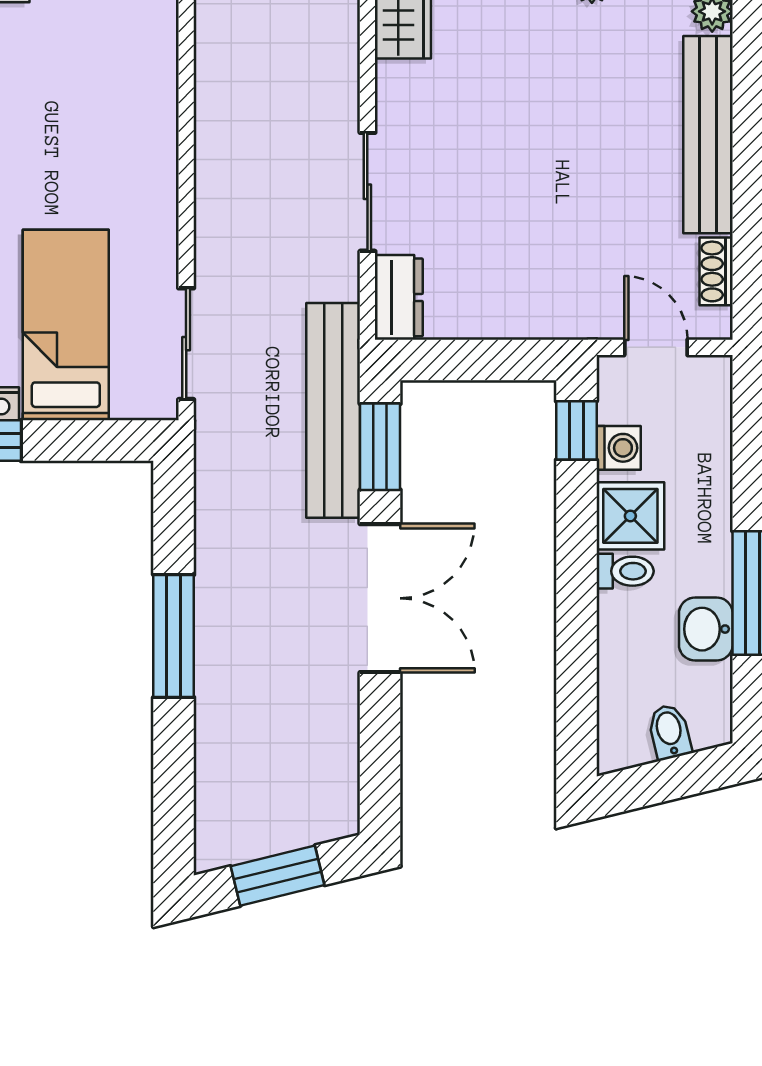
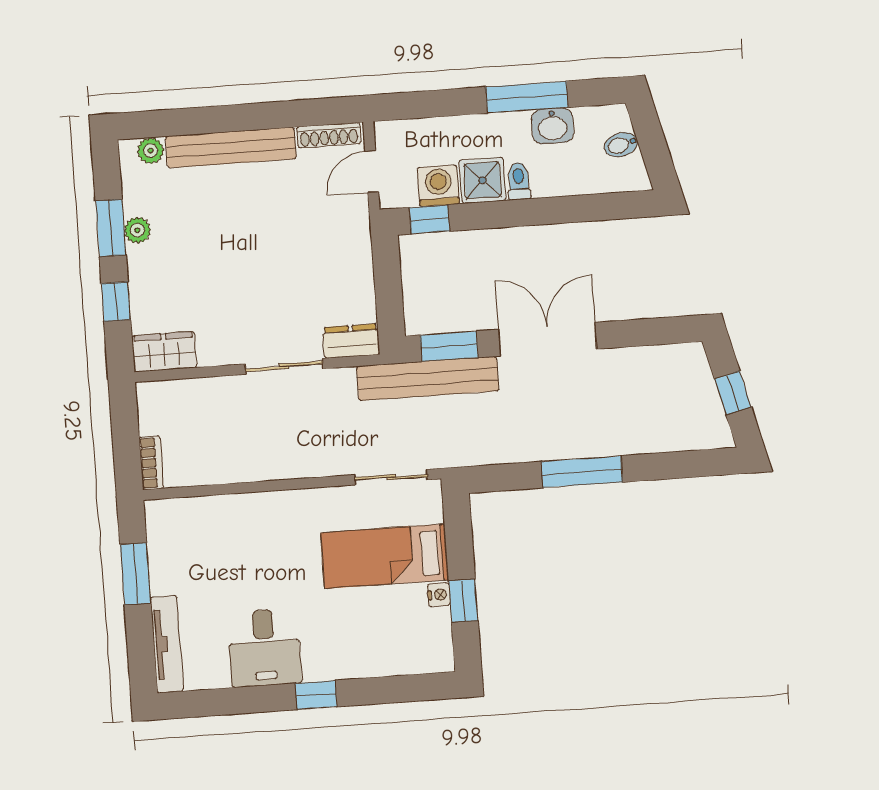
shoe rack: (716, 271) -> (329, 135), width x1.43
washing machine: (619, 448) -> (438, 186), width x1.38, depth x1.38
window: (278, 876) -> (733, 393), width x0.67

